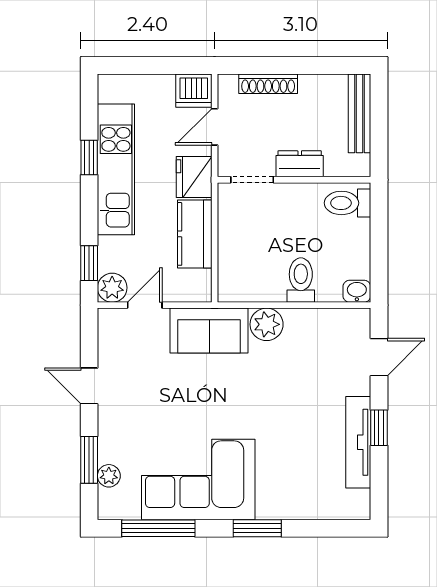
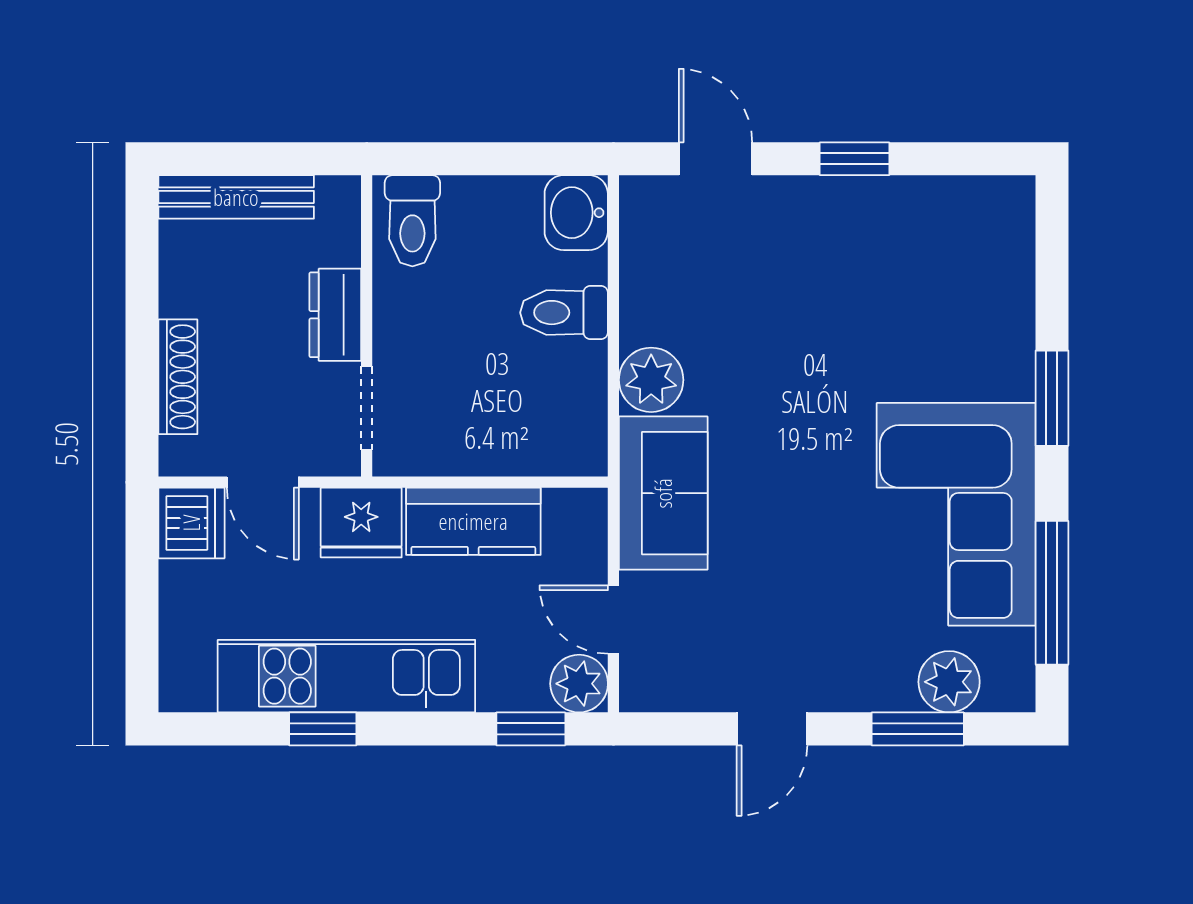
washbasin: (357, 291) -> (576, 213), width x1.38, depth x1.45
tv unit: (358, 442) -> (883, 200), removed
plant: (109, 476) -> (949, 682), width x1.38, depth x1.38

